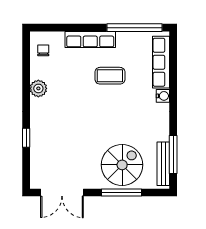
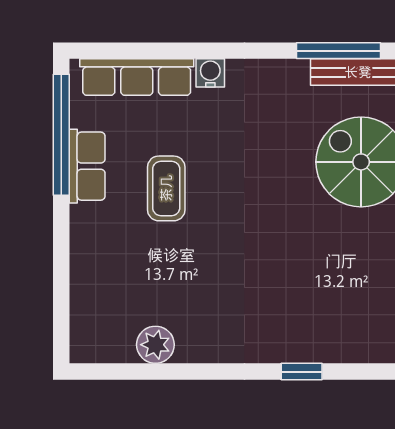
row of seats: (90, 40) -> (87, 166), moved, width x0.68
chair: (43, 50) -> (111, 334), removed
plant: (38, 88) -> (155, 345), moved

